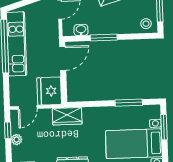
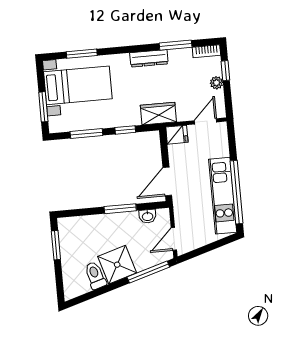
stool: (146, 24) -> (71, 228), removed
fridge: (49, 91) -> (177, 135), width x0.53, depth x0.75
window: (96, 104) -> (125, 130), added
window: (8, 130) -> (225, 71), moved

